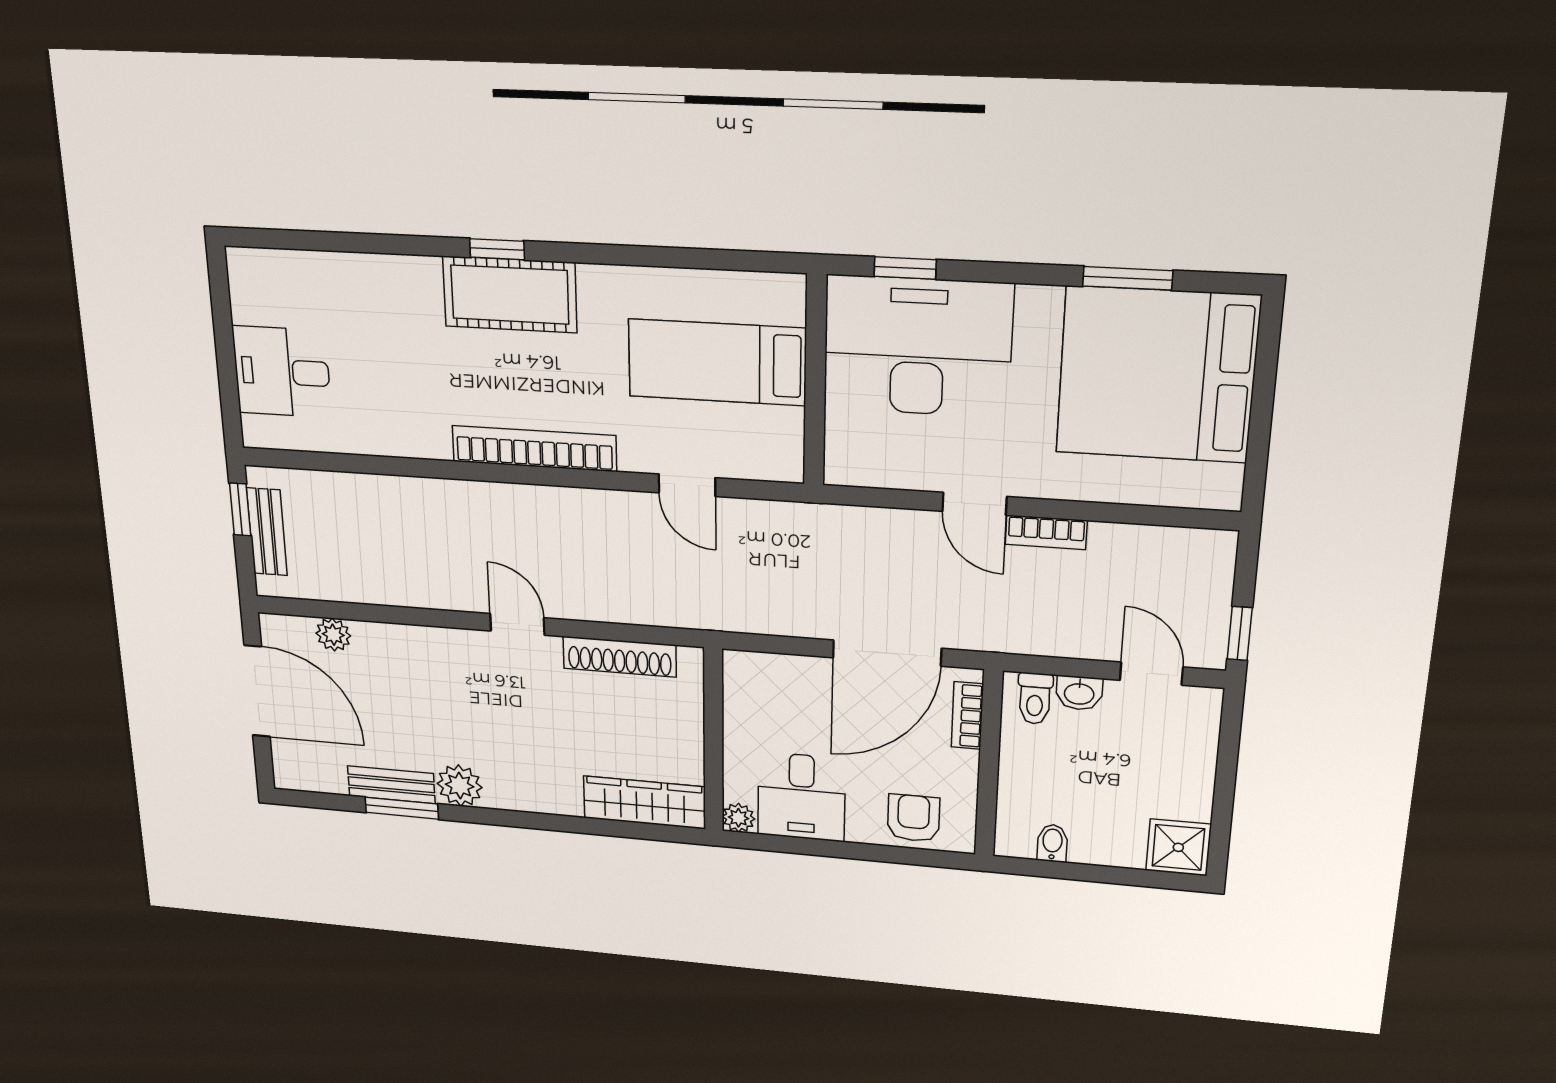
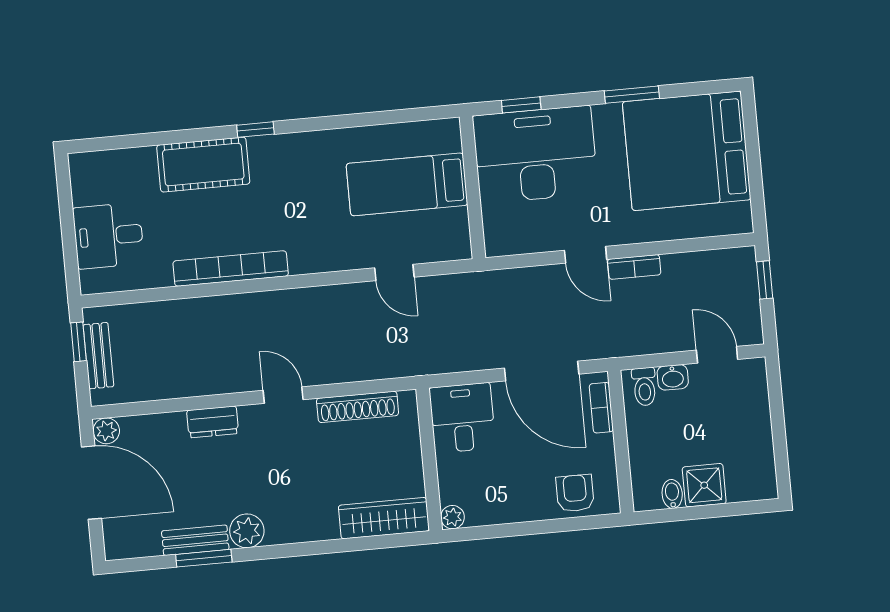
window: (1128, 278) -> (632, 95), moved
cot: (510, 295) -> (203, 165), moved
bookcase: (534, 449) -> (231, 269), moved
window: (1240, 633) -> (765, 280), moved
plant: (333, 635) -> (106, 431), moved
dresser: (419, 643) -> (213, 422), added
door: (887, 653) -> (542, 371), hinge flipped
desk: (801, 797) -> (462, 418), moved, turned 180
shower: (1178, 847) -> (704, 485), moved

